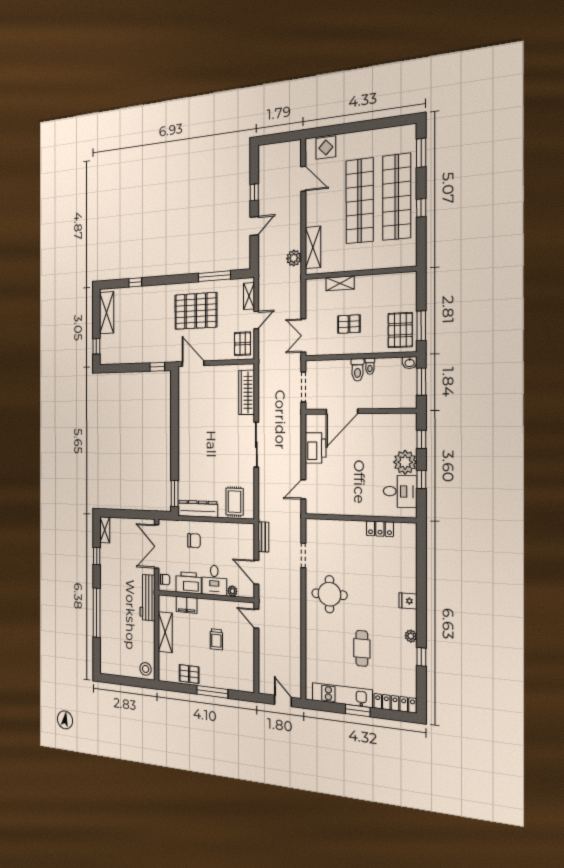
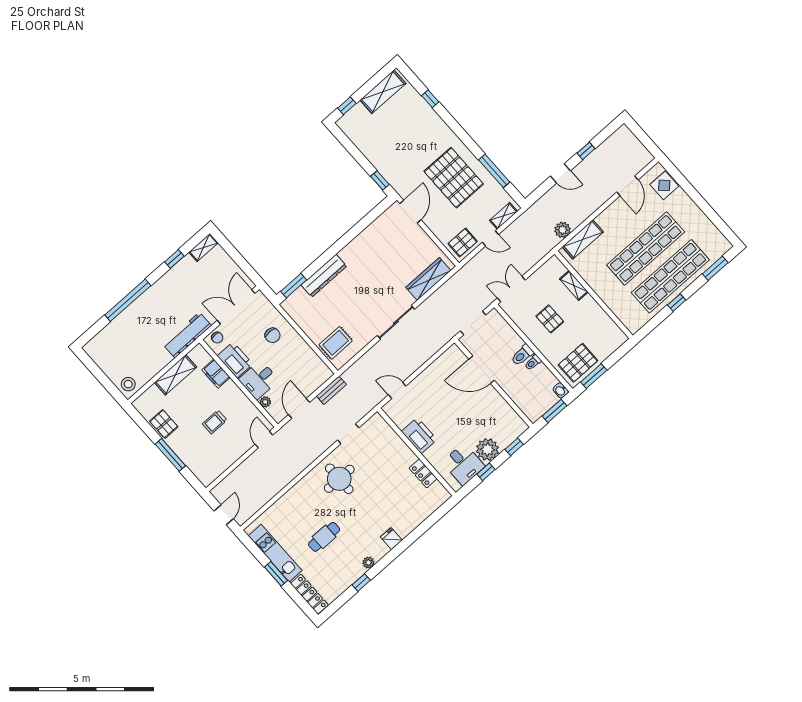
printer: (316, 448) -> (419, 435), moved, turned -90
dresser: (198, 509) -> (324, 276), moved, turned 90

